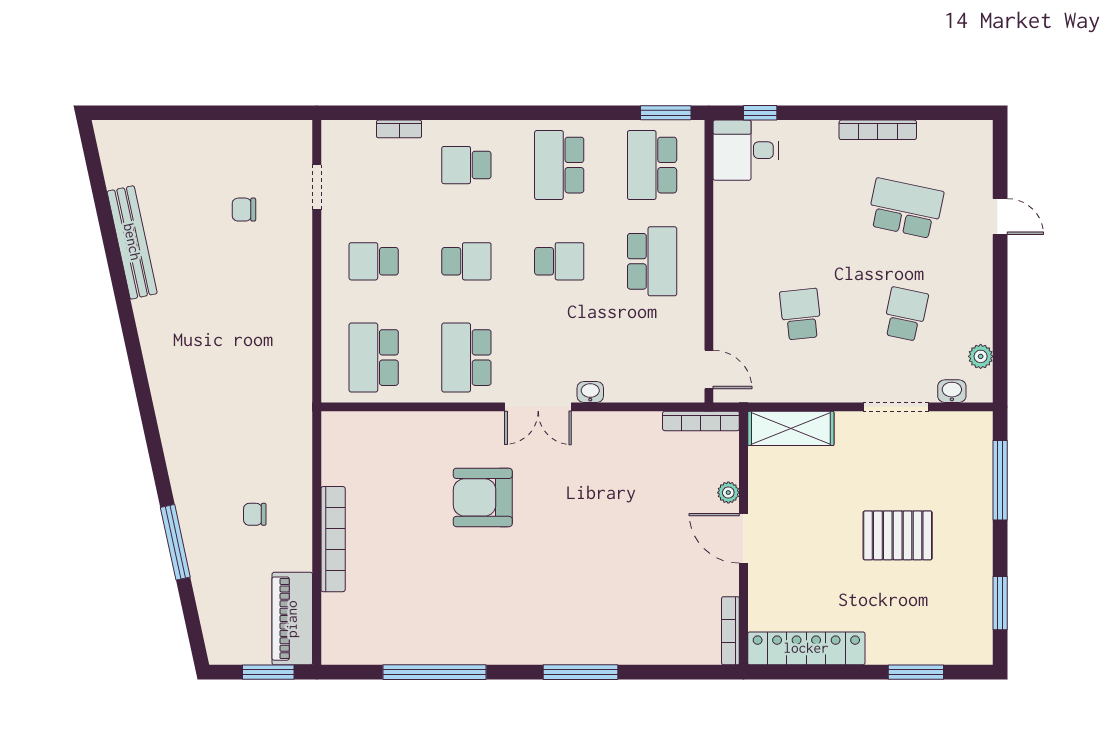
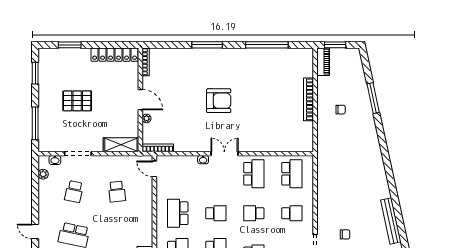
school desk: (559, 261) -> (216, 213), turned 180
armchair: (483, 497) -> (219, 101), moved
piano: (292, 619) -> (323, 62), width x0.73, depth x0.75

